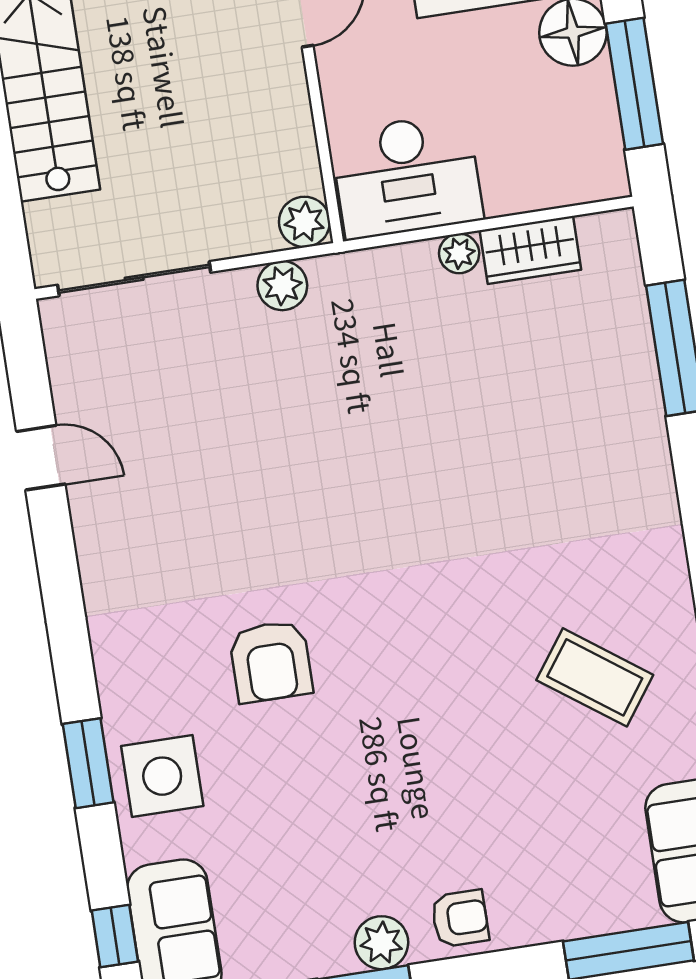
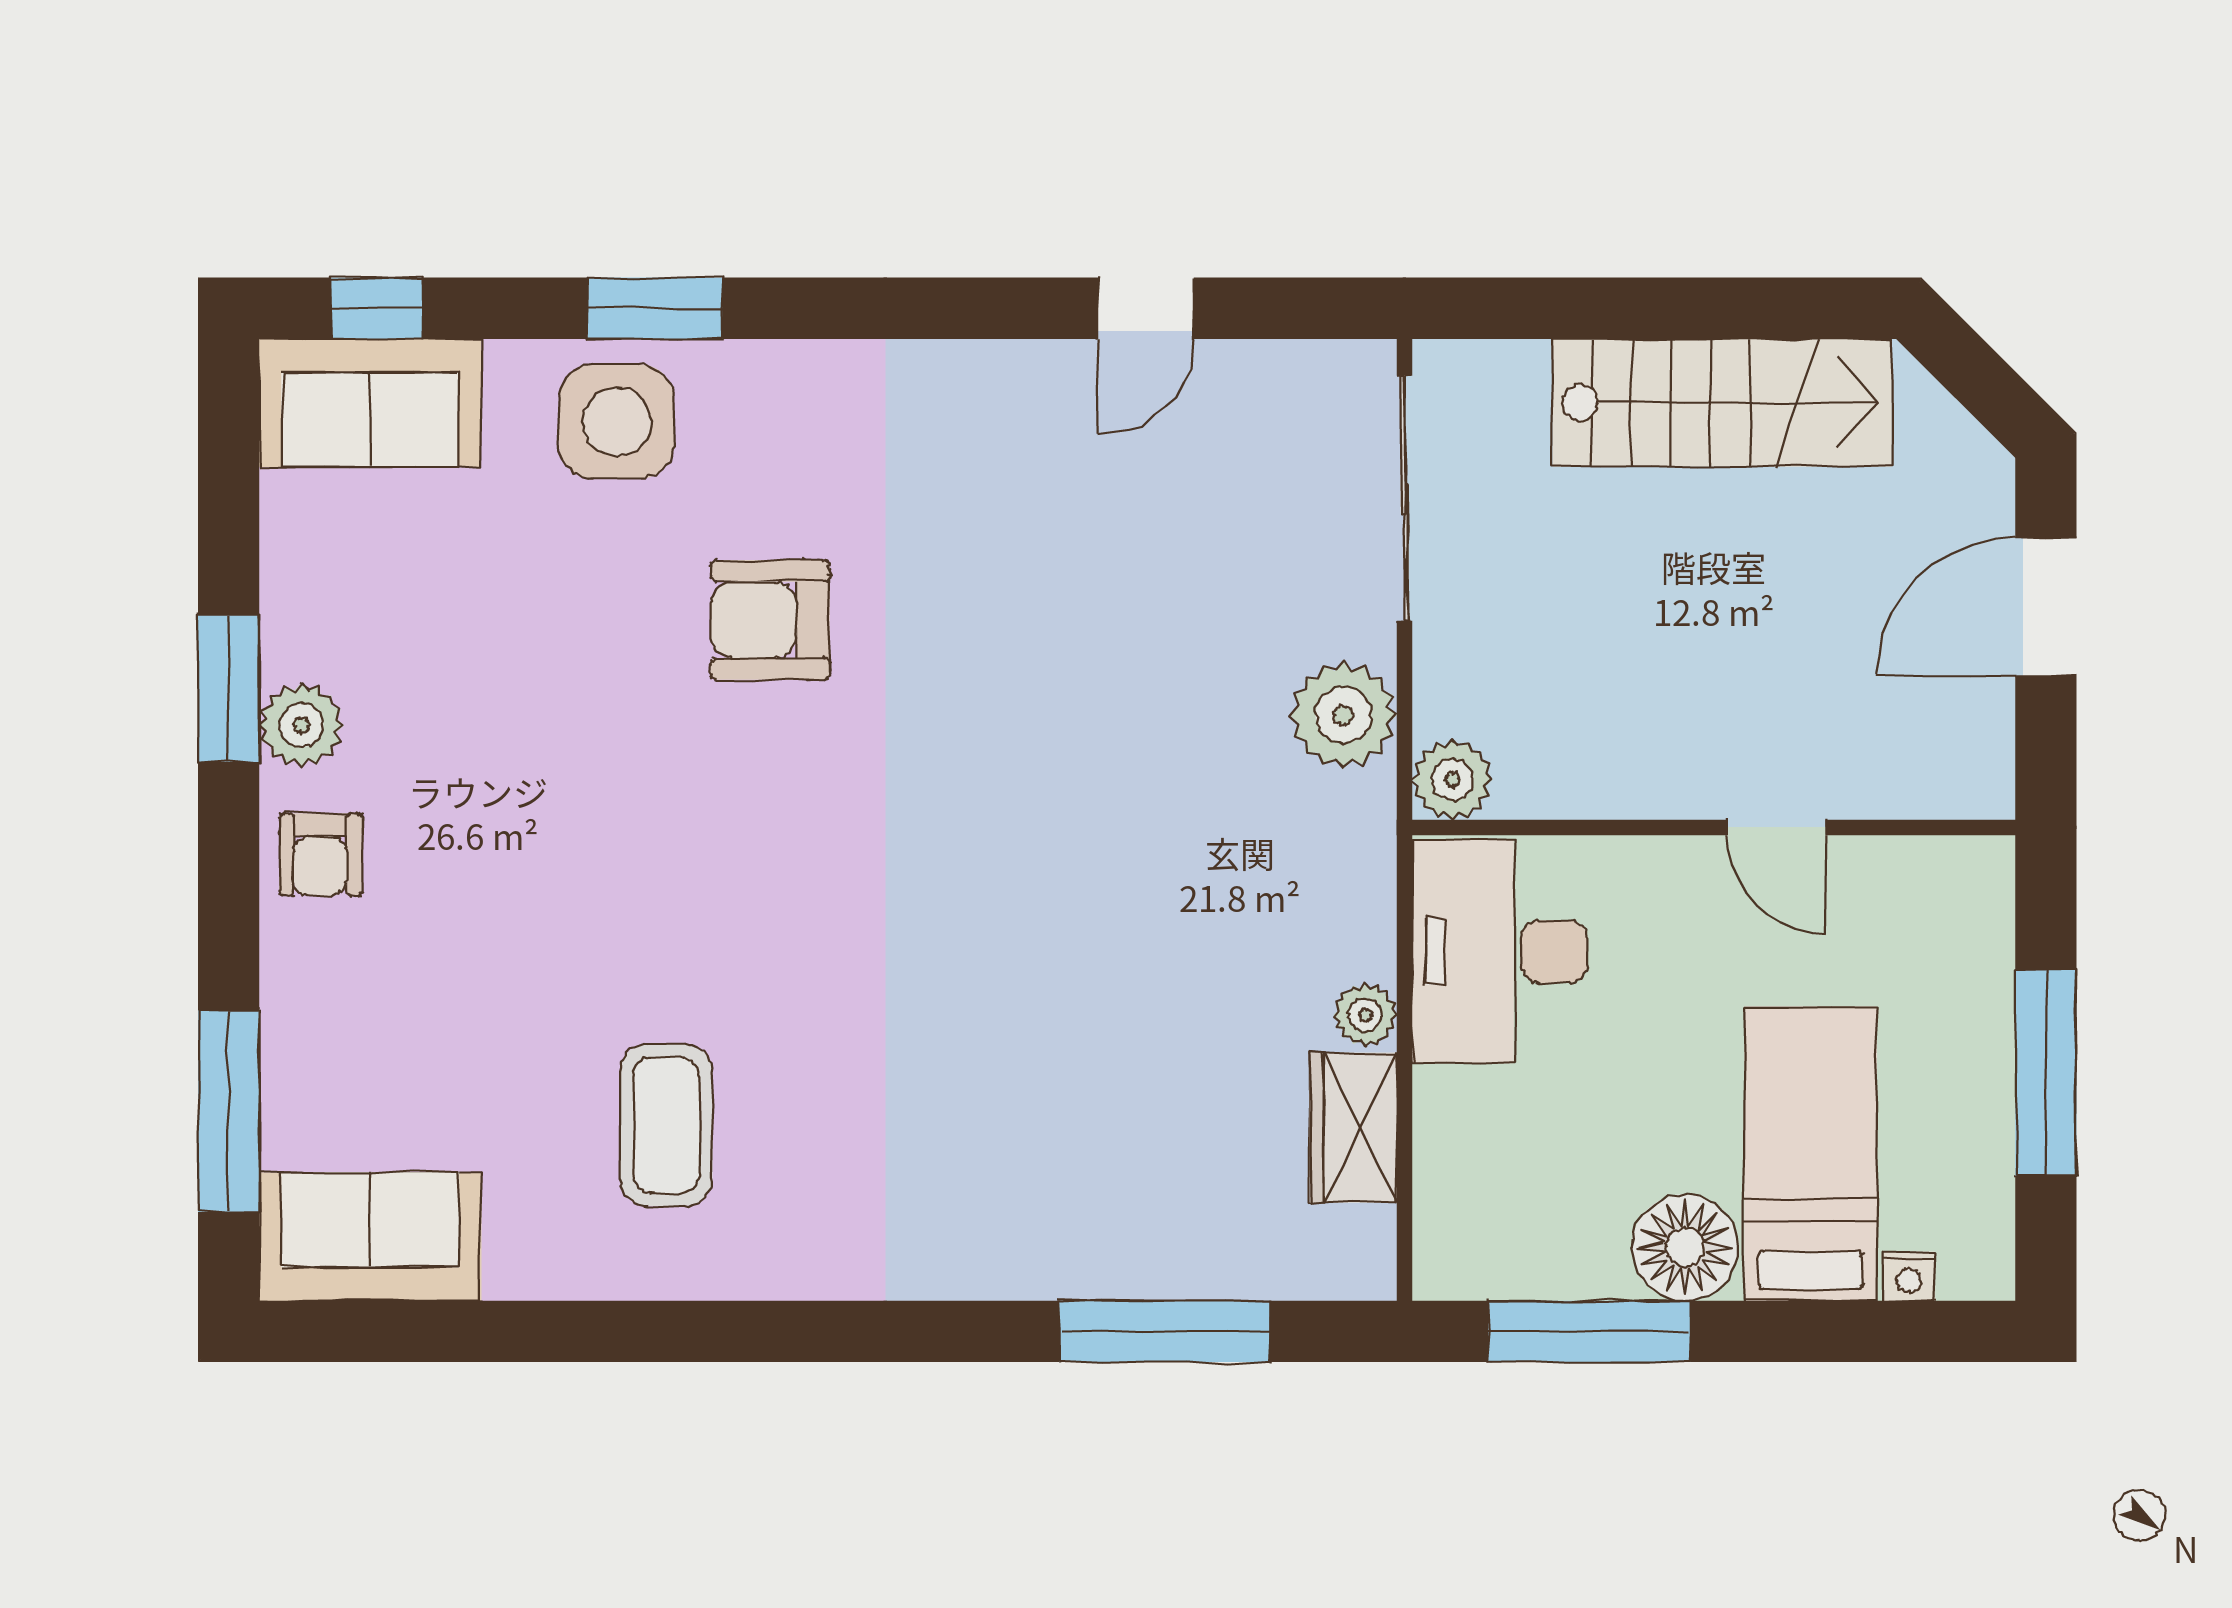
plant: (282, 286) -> (1343, 715), width x1.36, depth x1.36
coffee table: (595, 677) -> (666, 1125), turned -36

